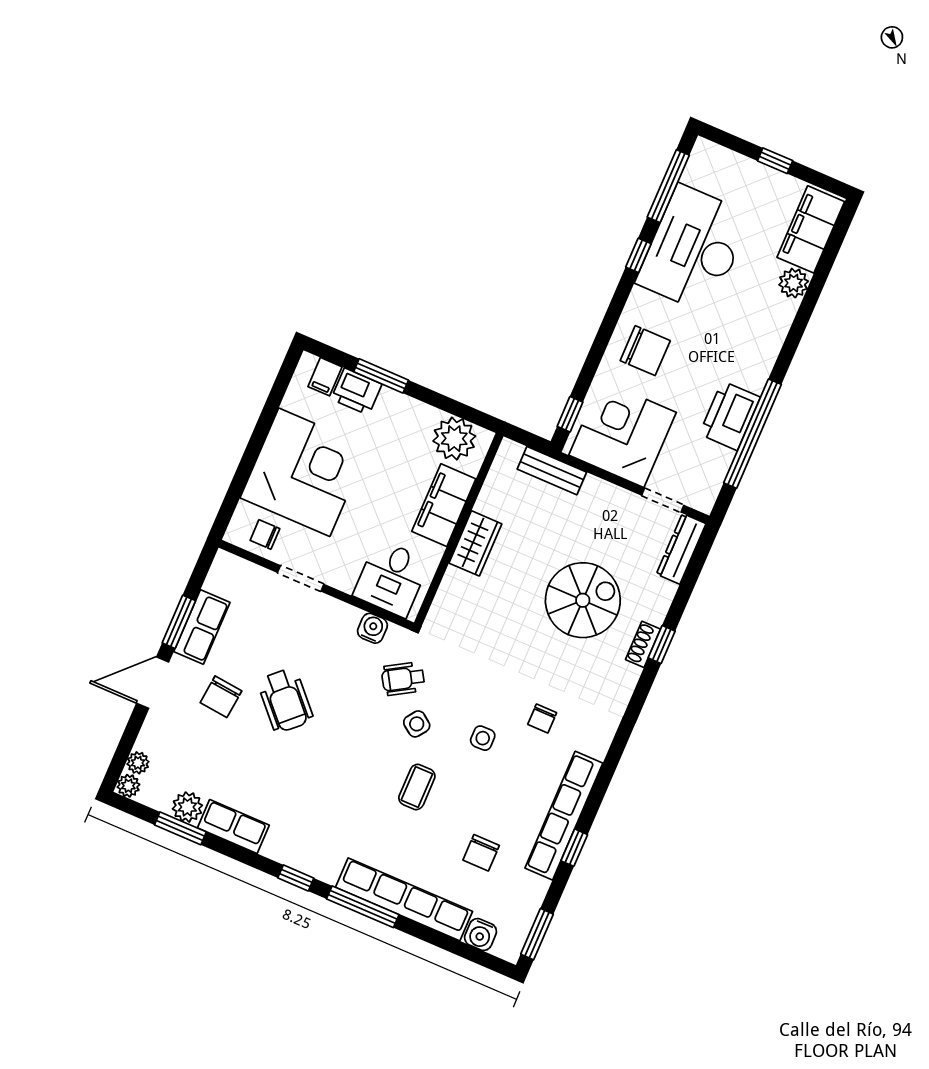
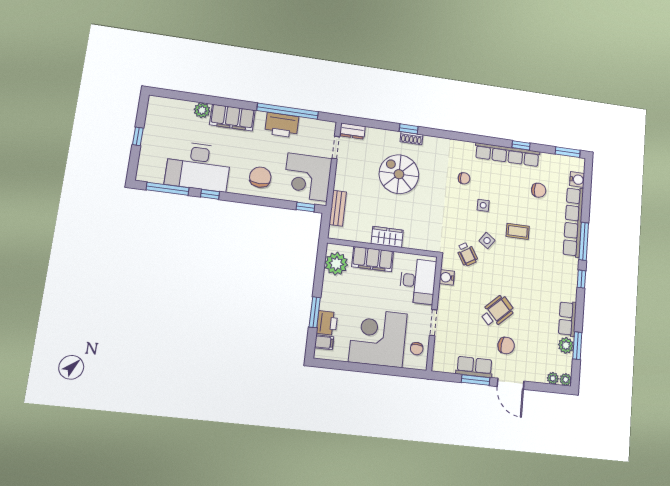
filing cabinet: (811, 229) -> (232, 118), moved
dresser: (681, 549) -> (352, 131), width x0.70
desk: (391, 578) -> (418, 281), width x1.37

